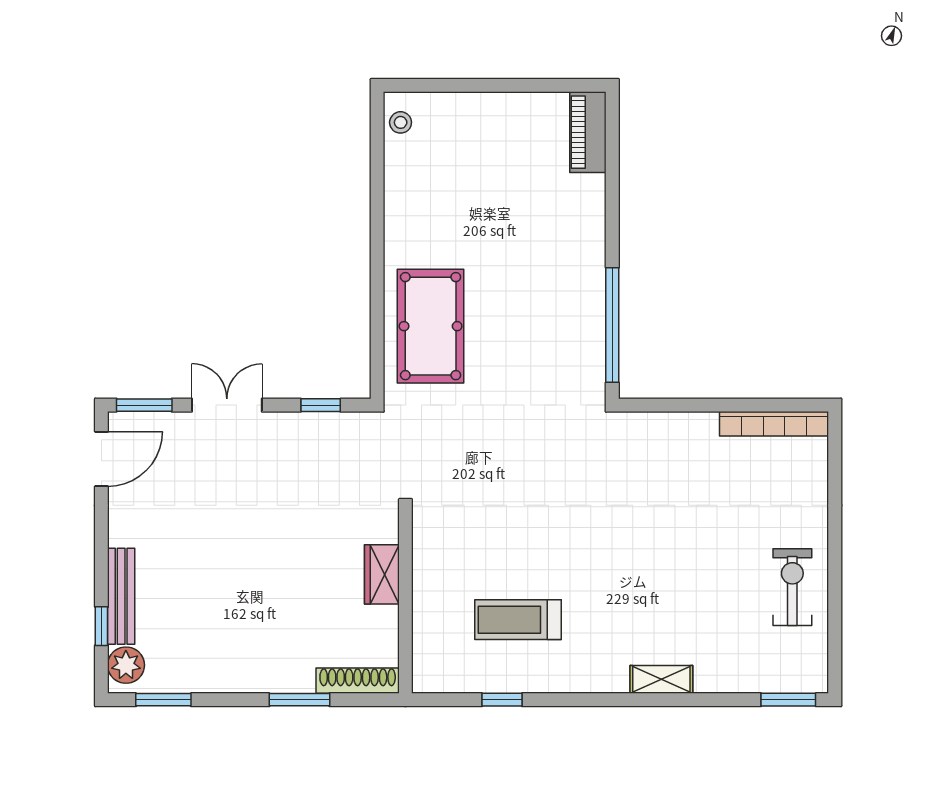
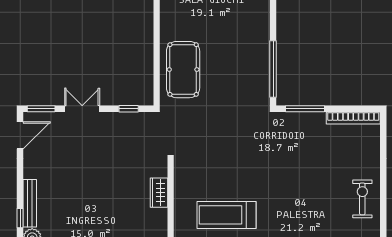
window: (677, 405) -> (305, 109), added
treadmill: (518, 620) -> (226, 215), width x1.37, depth x1.38

